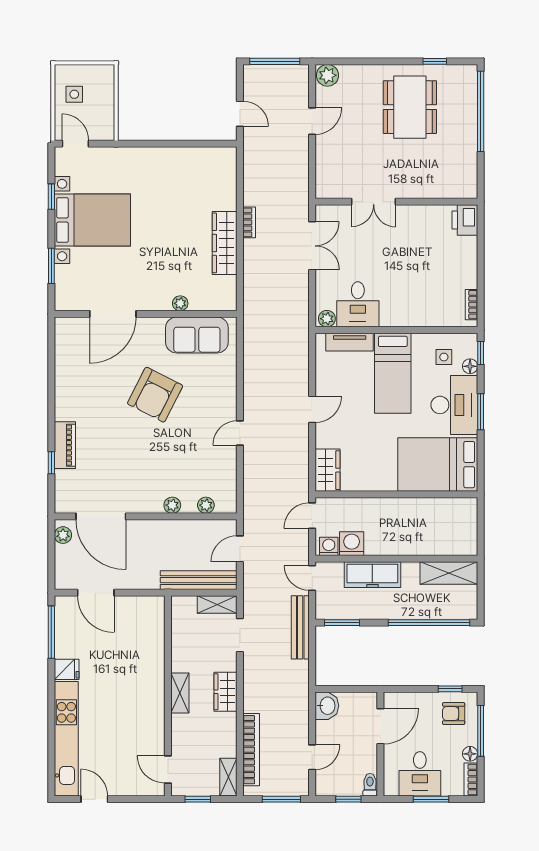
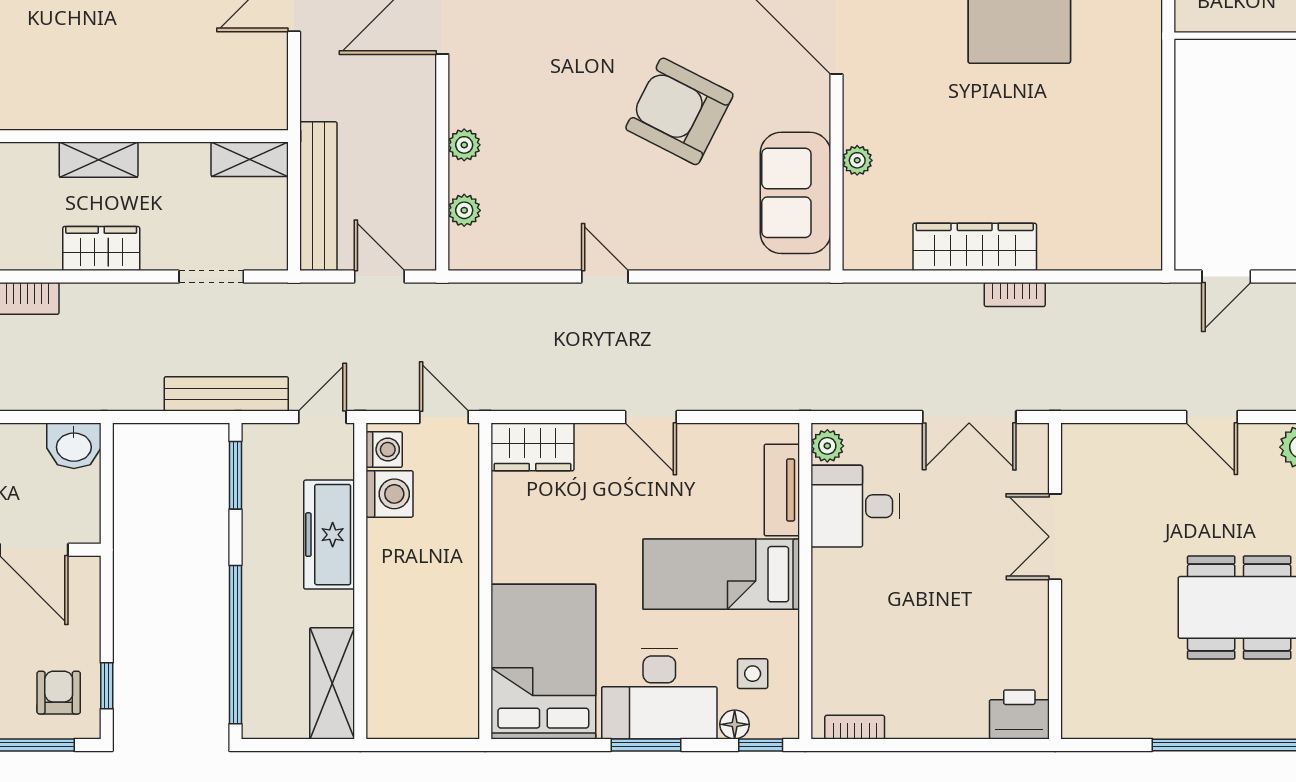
shelving: (217, 605) -> (250, 159), moved, turned 90

